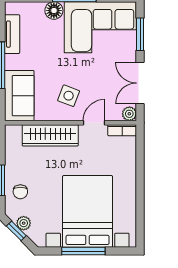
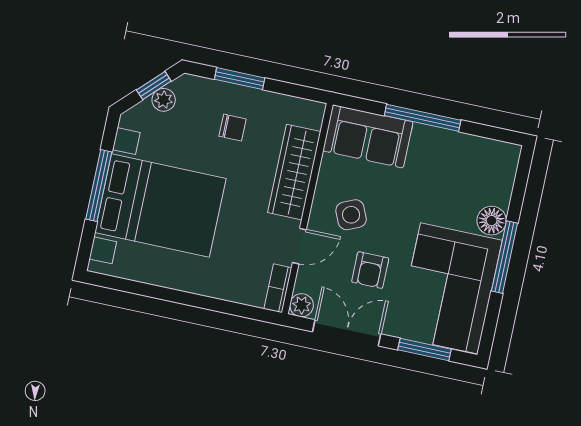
tv unit: (12, 34) -> (468, 146), removed
armchair: (99, 77) -> (370, 270), added
side table: (69, 96) -> (351, 215), turned 45
door: (94, 123) -> (299, 246), hinge flipped
chair: (20, 192) -> (233, 128), moved, turned 180

